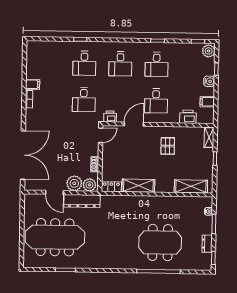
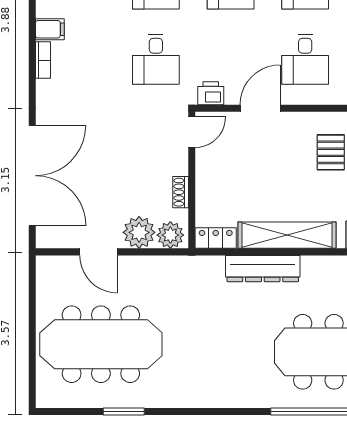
shelving: (138, 186) -> (287, 235), width x1.47
dresser: (82, 201) -> (263, 269), moved

